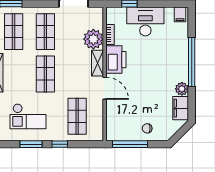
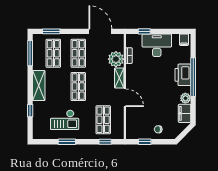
printer: (116, 60) -> (183, 75), moved, turned 180
window: (60, 144) -> (105, 142), moved
window: (130, 144) -> (145, 142), width x0.46

